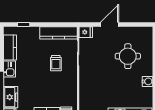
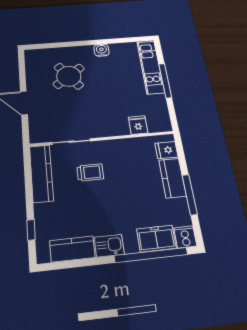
fridge: (86, 32) -> (138, 125), moved
round table: (128, 56) -> (69, 76), turned -37

